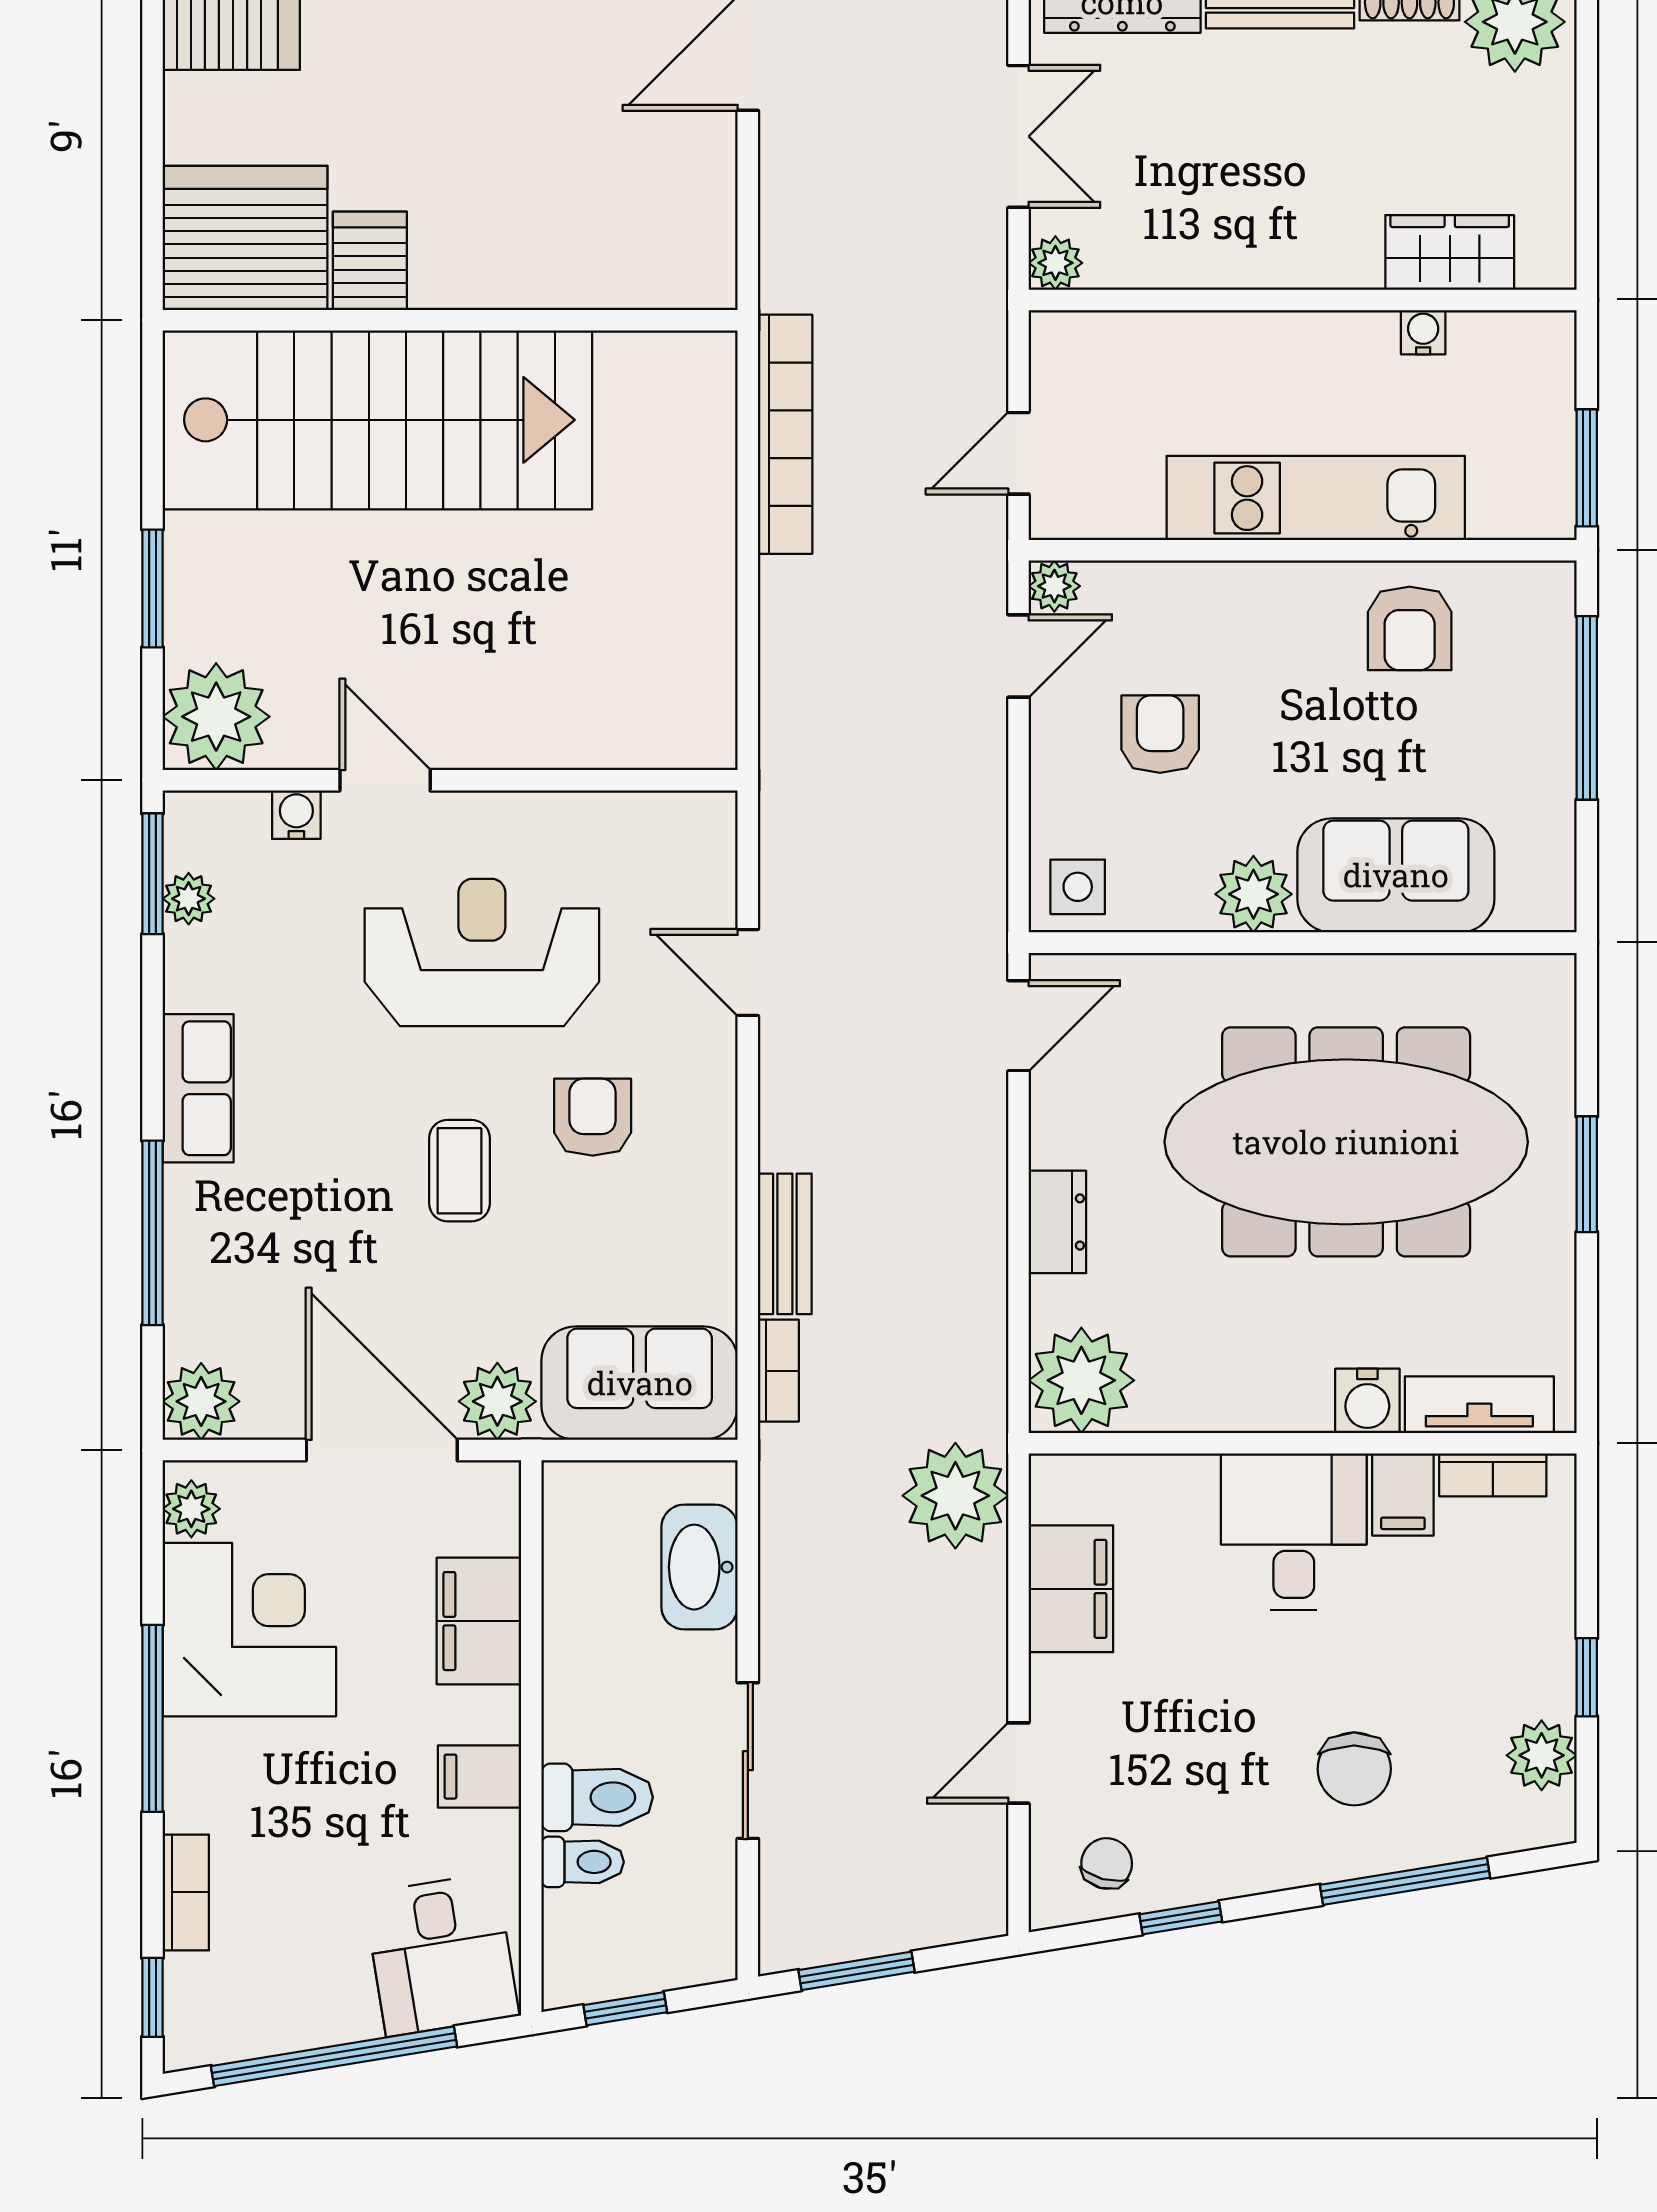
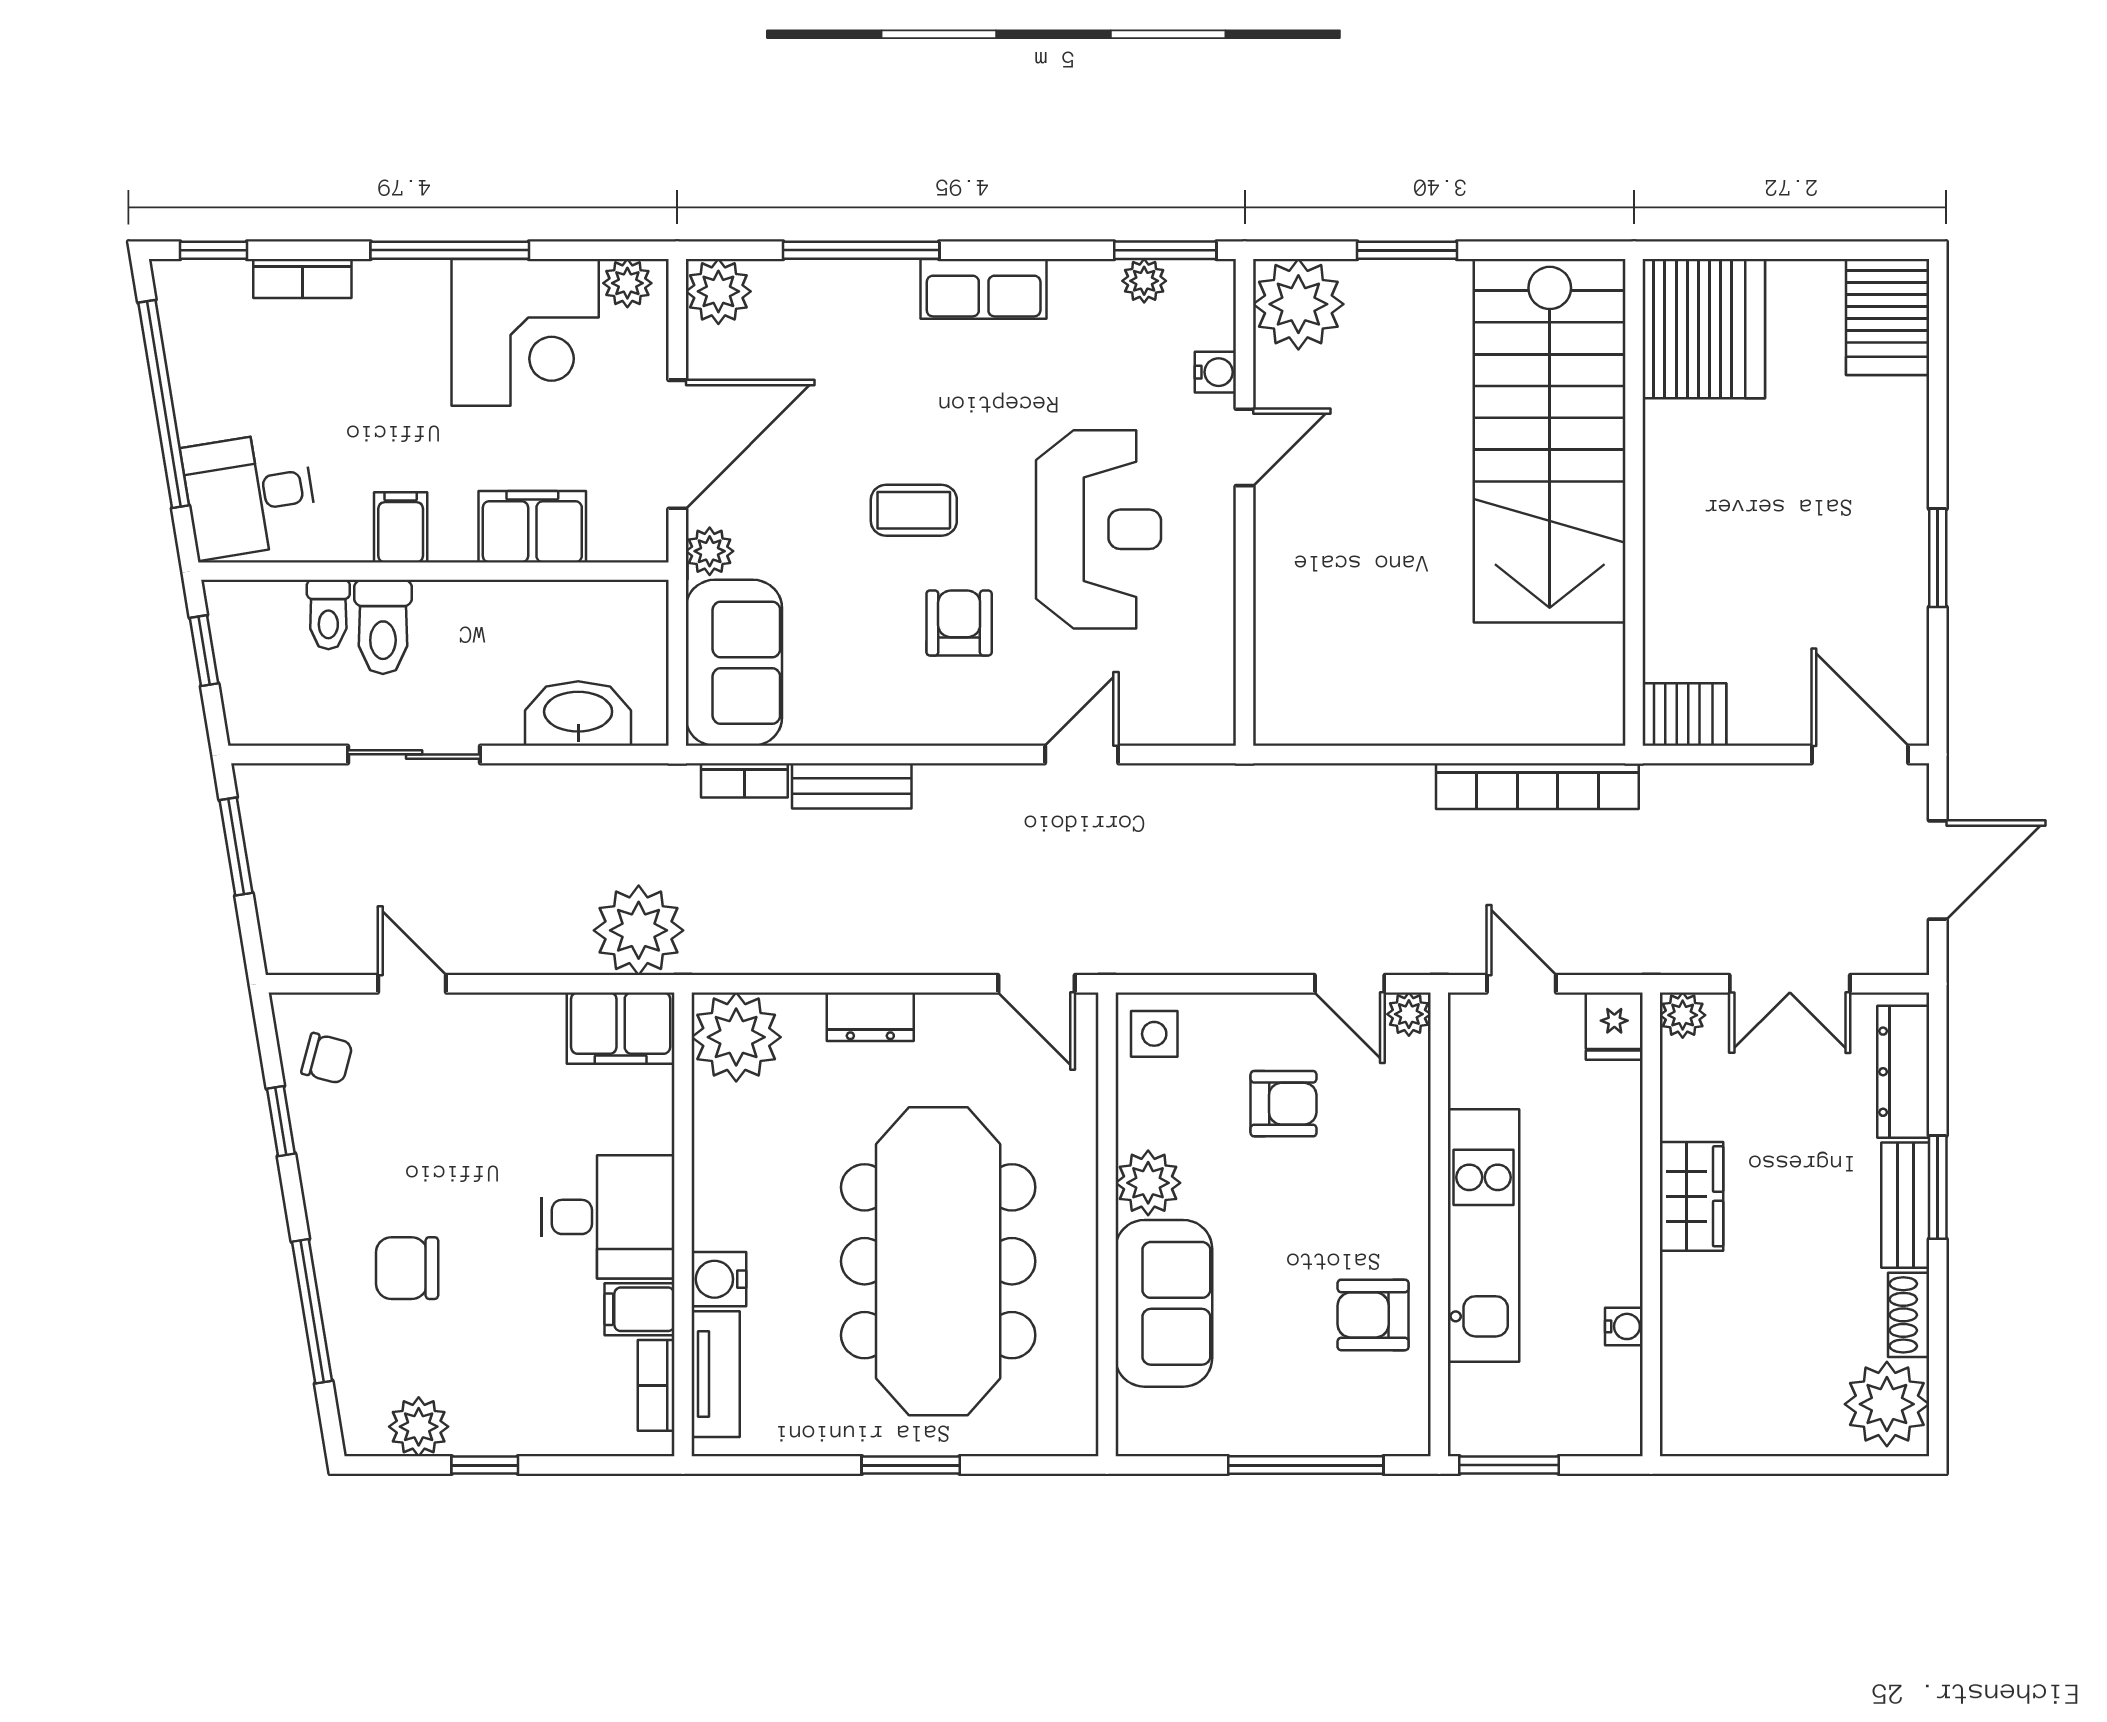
wardrobe: (1450, 252) -> (1692, 1196), moved
server rack: (370, 261) -> (1684, 714), moved
fridge: (1069, 344) -> (1614, 1026), added
armchair: (593, 1117) -> (959, 623), turned -90
plant: (497, 1401) -> (710, 551), width x0.73, depth x0.73
filing cabinet: (1071, 1589) -> (621, 1028), moved

